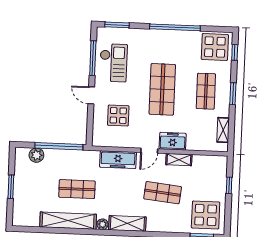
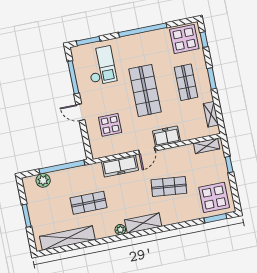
checkout: (113, 63) -> (101, 66), moved
shelving: (179, 160) -> (207, 146), moved
shelving: (68, 221) -> (67, 238), moved

